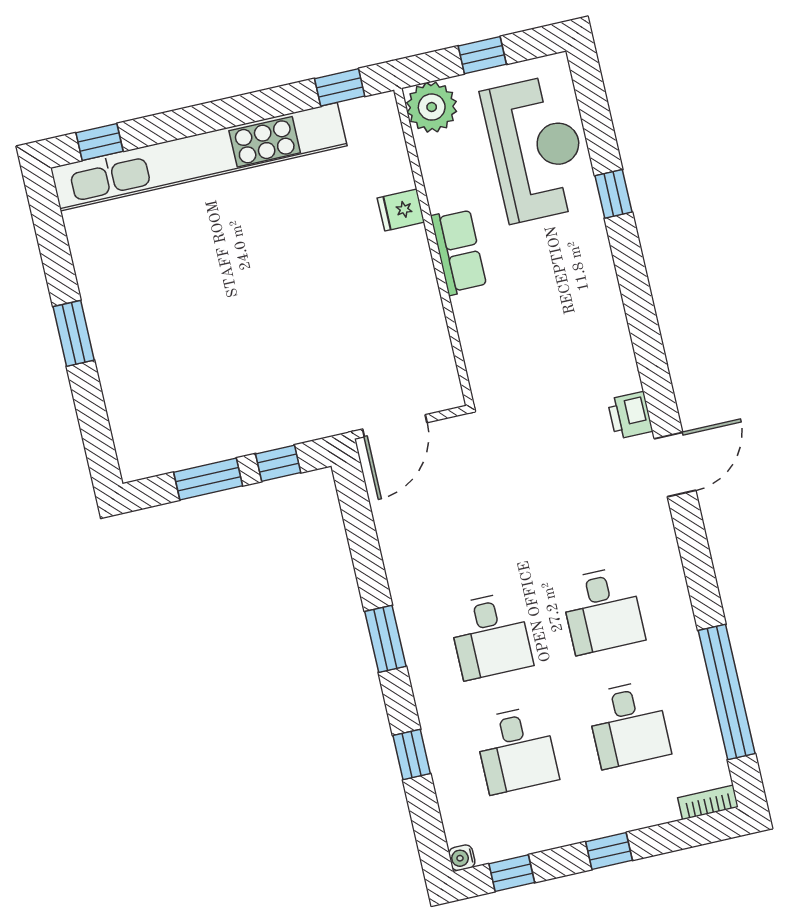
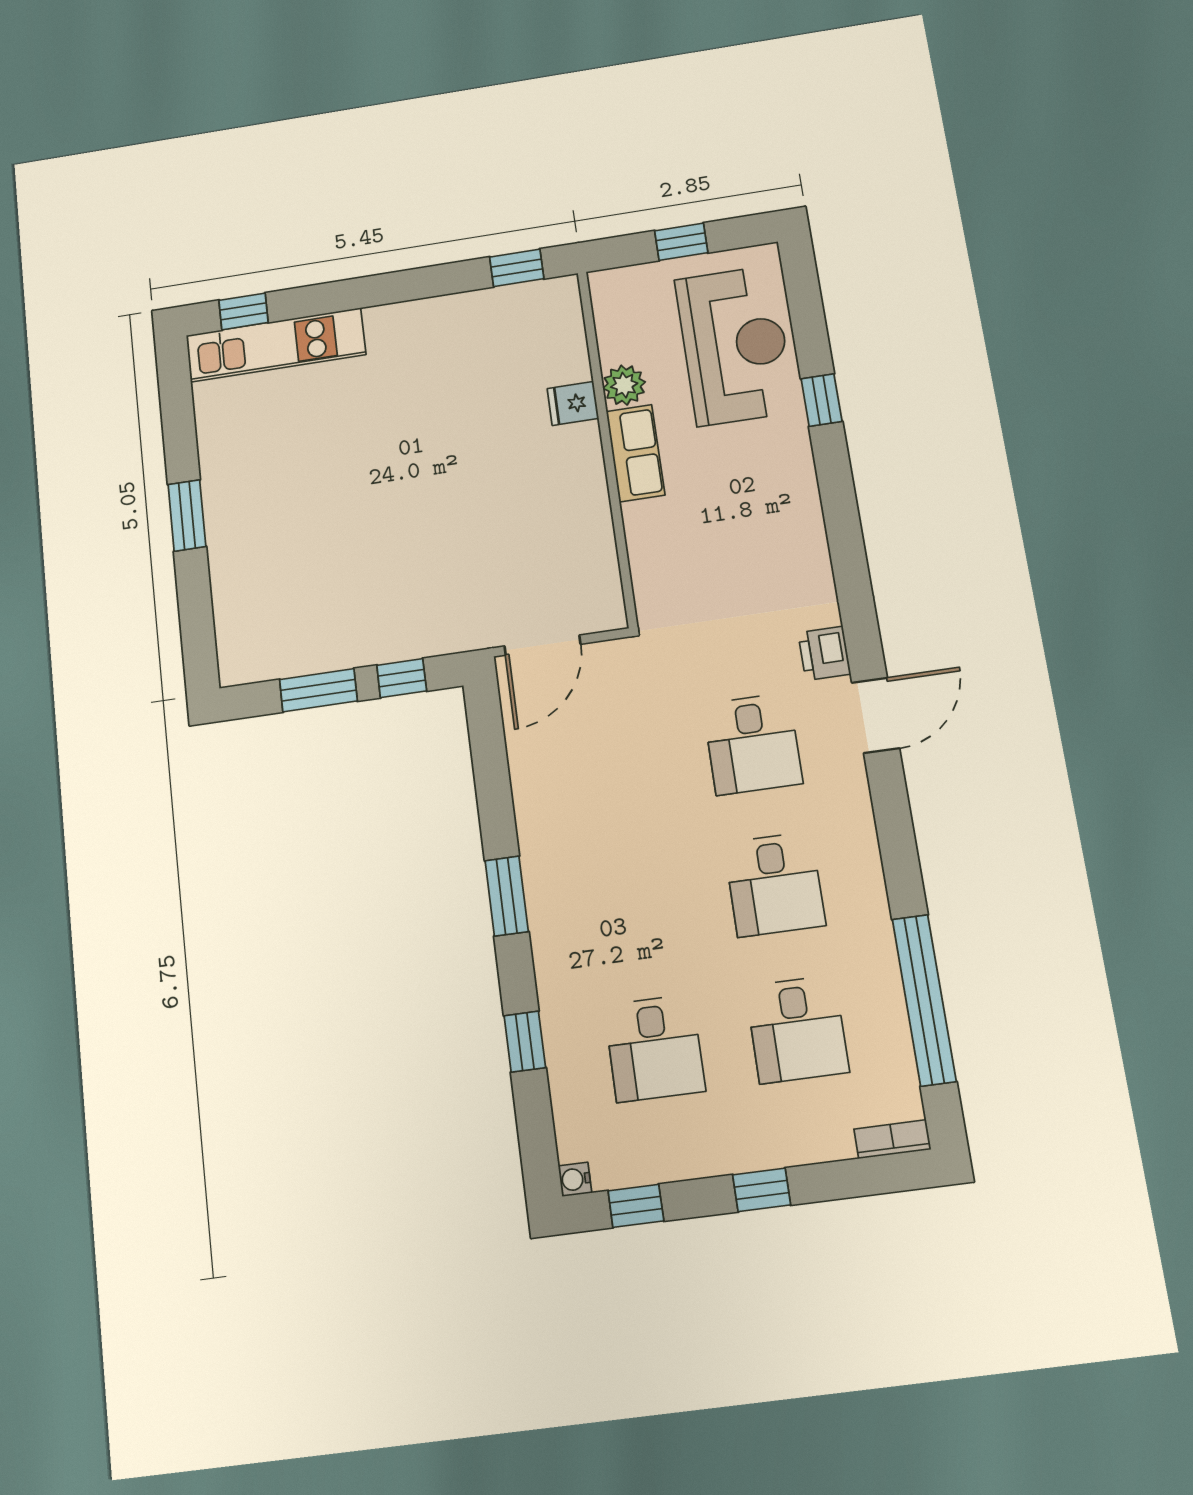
plant: (432, 107) -> (624, 385), moved, width x0.73, depth x0.73
kitchen unit: (199, 157) -> (276, 345), width x0.54
desk: (490, 636) -> (753, 744), moved

